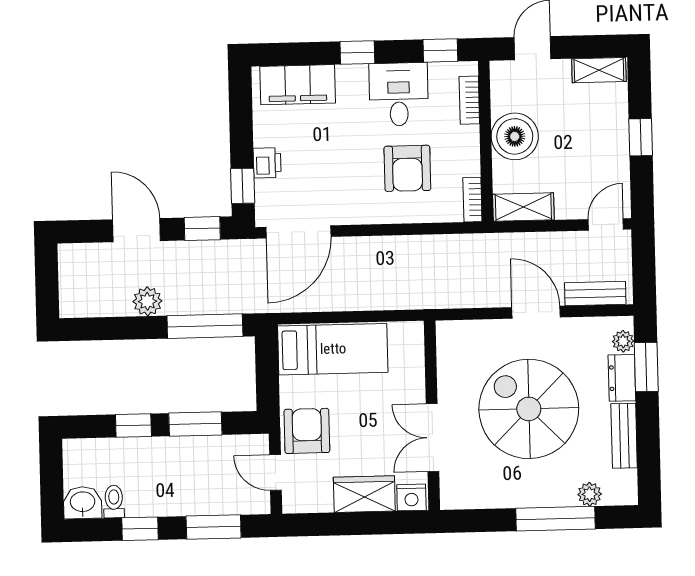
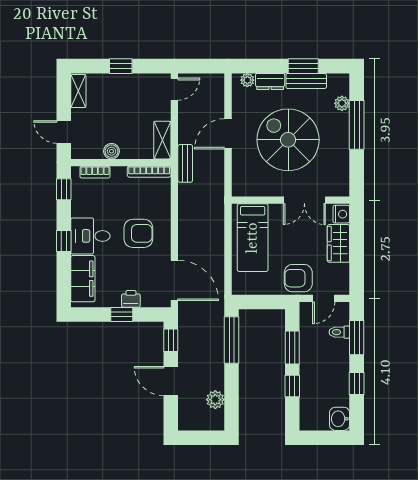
desk: (399, 94) -> (90, 236), moved
boiler: (515, 136) -> (112, 151), width x0.54, depth x0.54
armchair: (407, 168) -> (138, 233), moved
window: (243, 186) -> (122, 314), moved
bookcase: (472, 200) -> (149, 172), width x1.56
door: (606, 224) -> (174, 89), swing flipped
door: (137, 230) -> (171, 381), hinge flipped
bench: (595, 293) -> (185, 163), moved
plant: (147, 301) -> (215, 400), moved
bed: (333, 349) -> (253, 238), moved, turned 180
window: (646, 367) -> (303, 66), moved
spiral stairs: (529, 409) -> (288, 140), turned 90
toilet: (114, 502) -> (339, 332), moved

